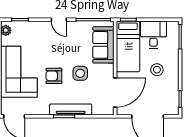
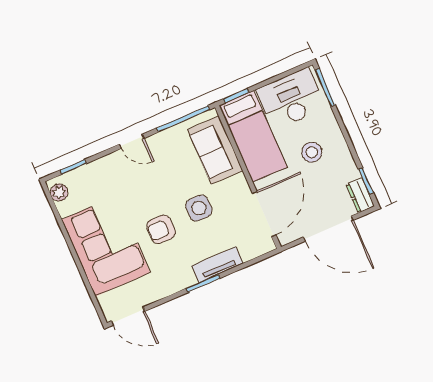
desk: (153, 35) -> (291, 99), width x1.37
dresser: (174, 106) -> (360, 195), added
tv unit: (71, 109) -> (217, 265), width x0.71

